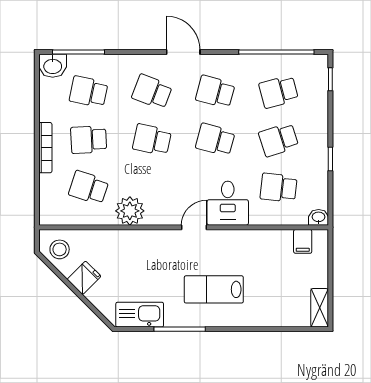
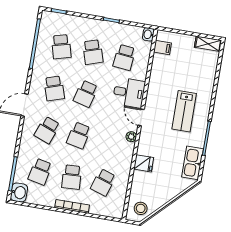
school desk: (215, 92) -> (54, 88), turned -33
plant: (130, 211) -> (131, 137), moved, width x0.53, depth x0.53
fridge: (84, 278) -> (144, 163), moved, turned 135

